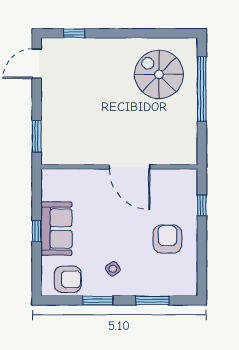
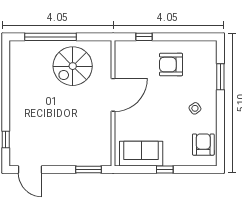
spiral stairs: (159, 74) -> (73, 66), moved
sofa: (56, 229) -> (141, 154), moved
window: (98, 300) -> (220, 120), removed

